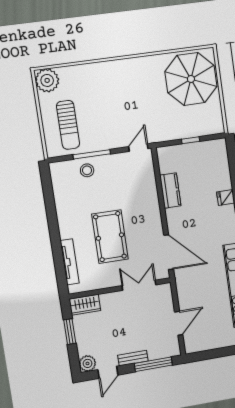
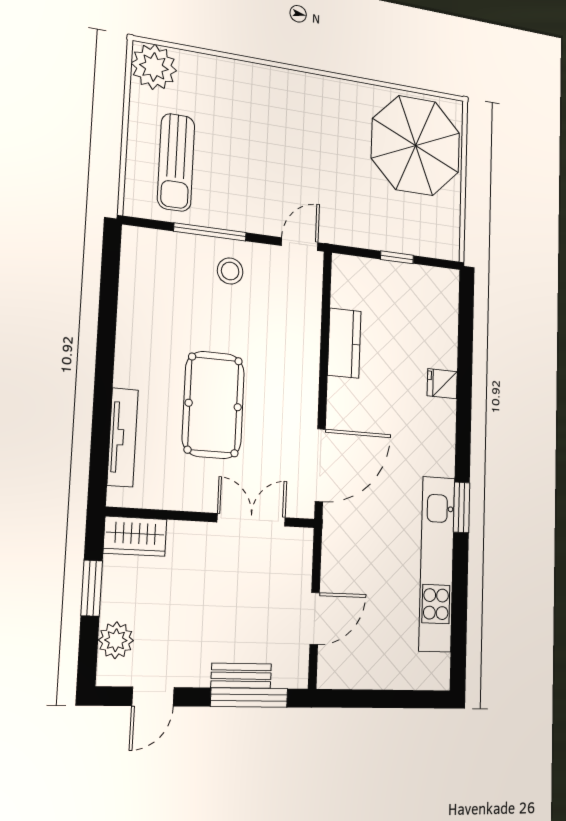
stool: (87, 170) -> (230, 271), moved
door: (169, 252) -> (320, 465), hinge flipped
bench: (133, 358) -> (241, 676), moved
plant: (88, 363) -> (116, 640), moved

